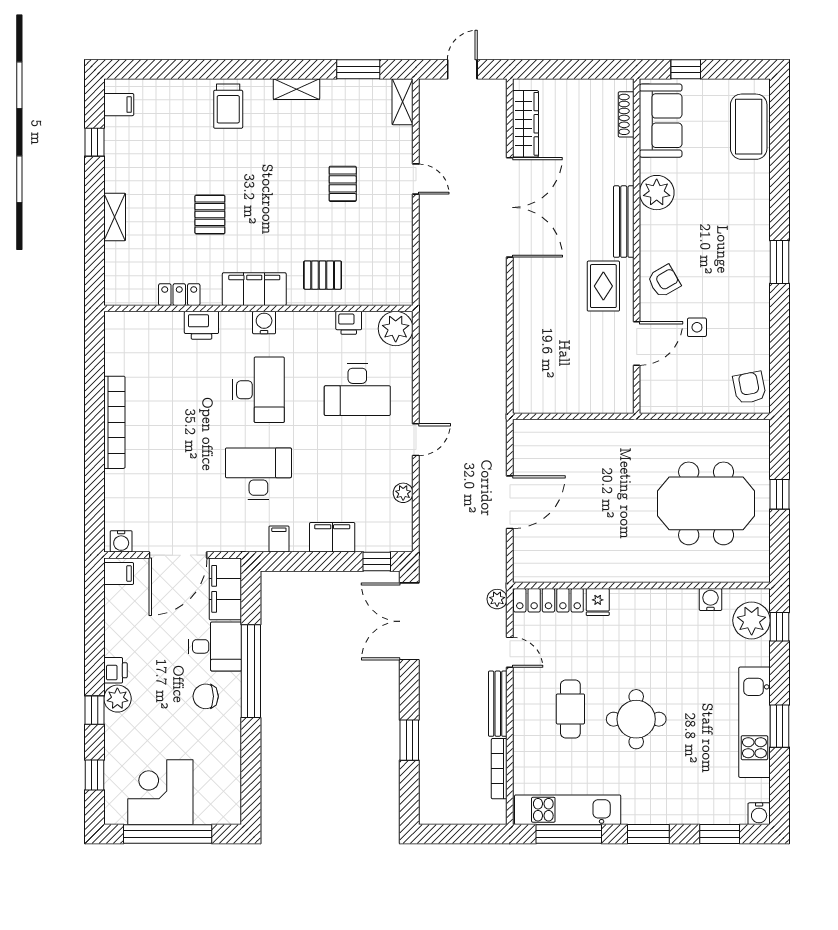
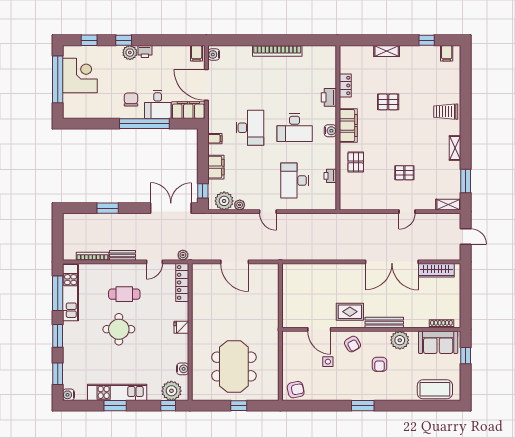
armchair: (702, 230) -> (380, 364), added
plant: (396, 329) -> (224, 201), moved
fridge: (598, 602) -> (181, 327), moved
bench: (498, 704) -> (122, 255), width x0.73

